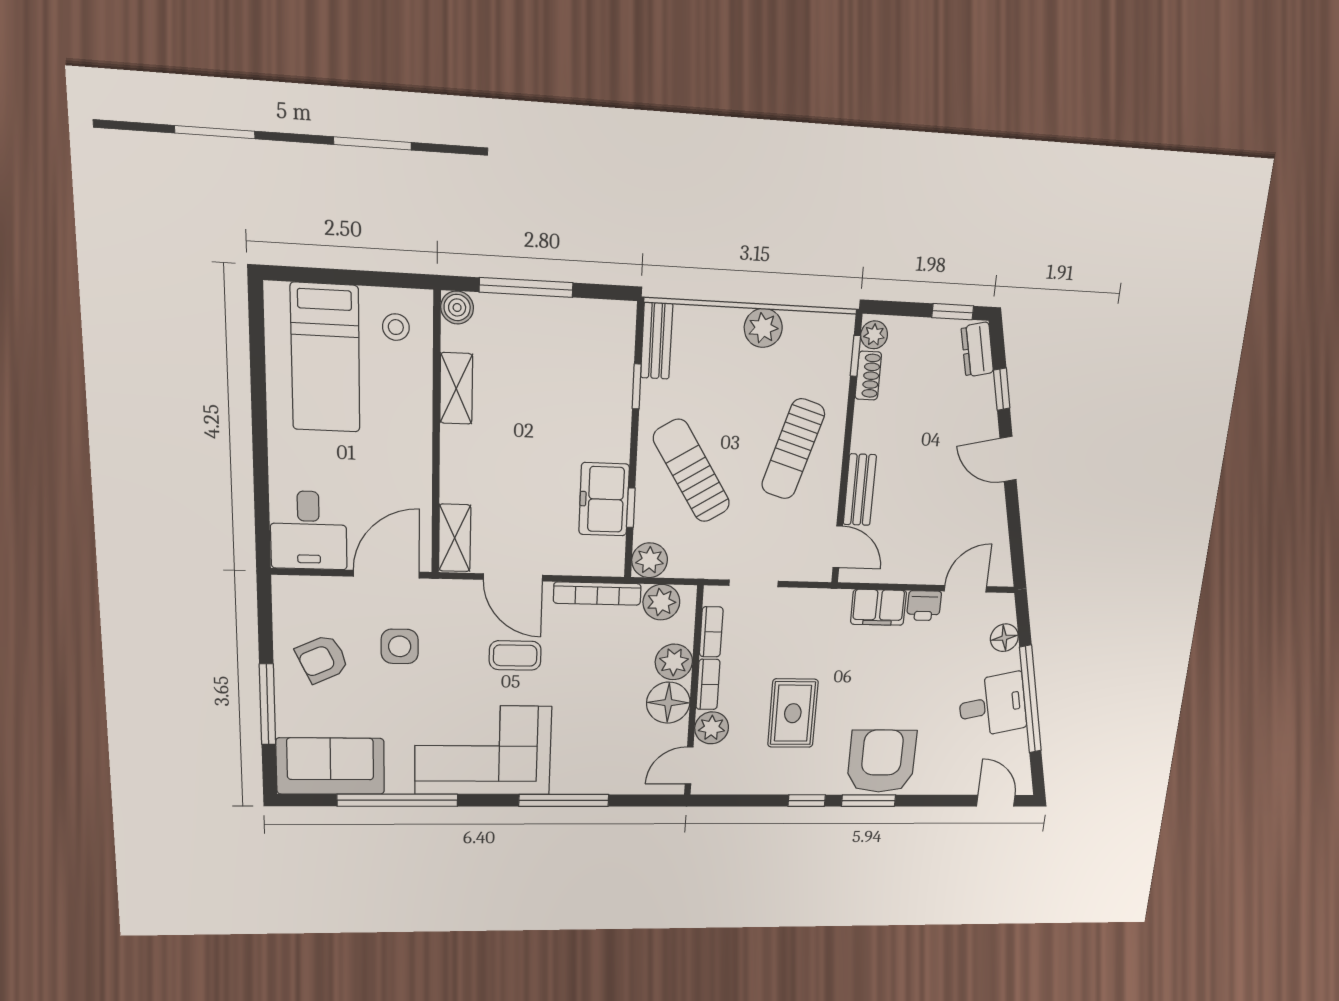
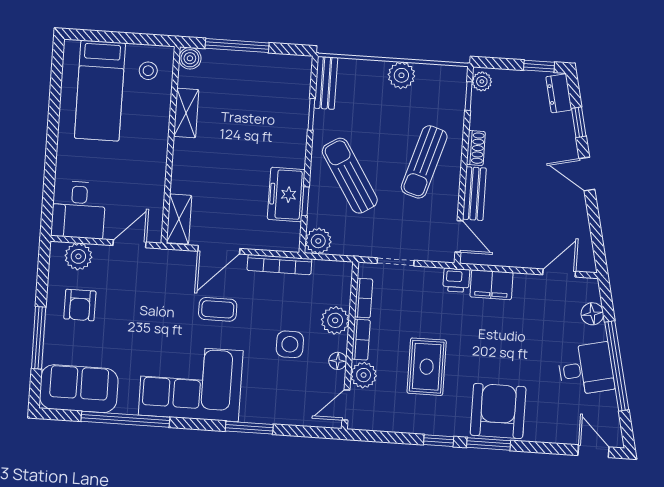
shoe rack: (868, 376) -> (476, 148), moved
door: (386, 574) -> (130, 244), width x0.73
door: (513, 577) -> (219, 250), hinge flipped
plant: (661, 602) -> (78, 256), moved
printer: (924, 606) -> (456, 280), moved
side table: (400, 646) -> (290, 344), moved
armchair: (322, 659) -> (80, 305), turned -65
floor lamp: (668, 703) -> (338, 361), width x0.53, depth x0.53
window: (564, 800) -> (249, 428), width x0.69

